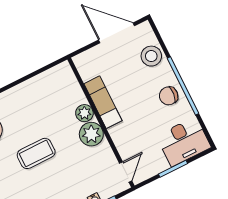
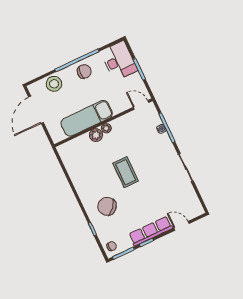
chair: (169, 96) -> (84, 71), turned -96
exam couch: (103, 102) -> (87, 118), width x1.36, depth x1.45
plant: (91, 134) -> (106, 128), width x0.53, depth x0.53

